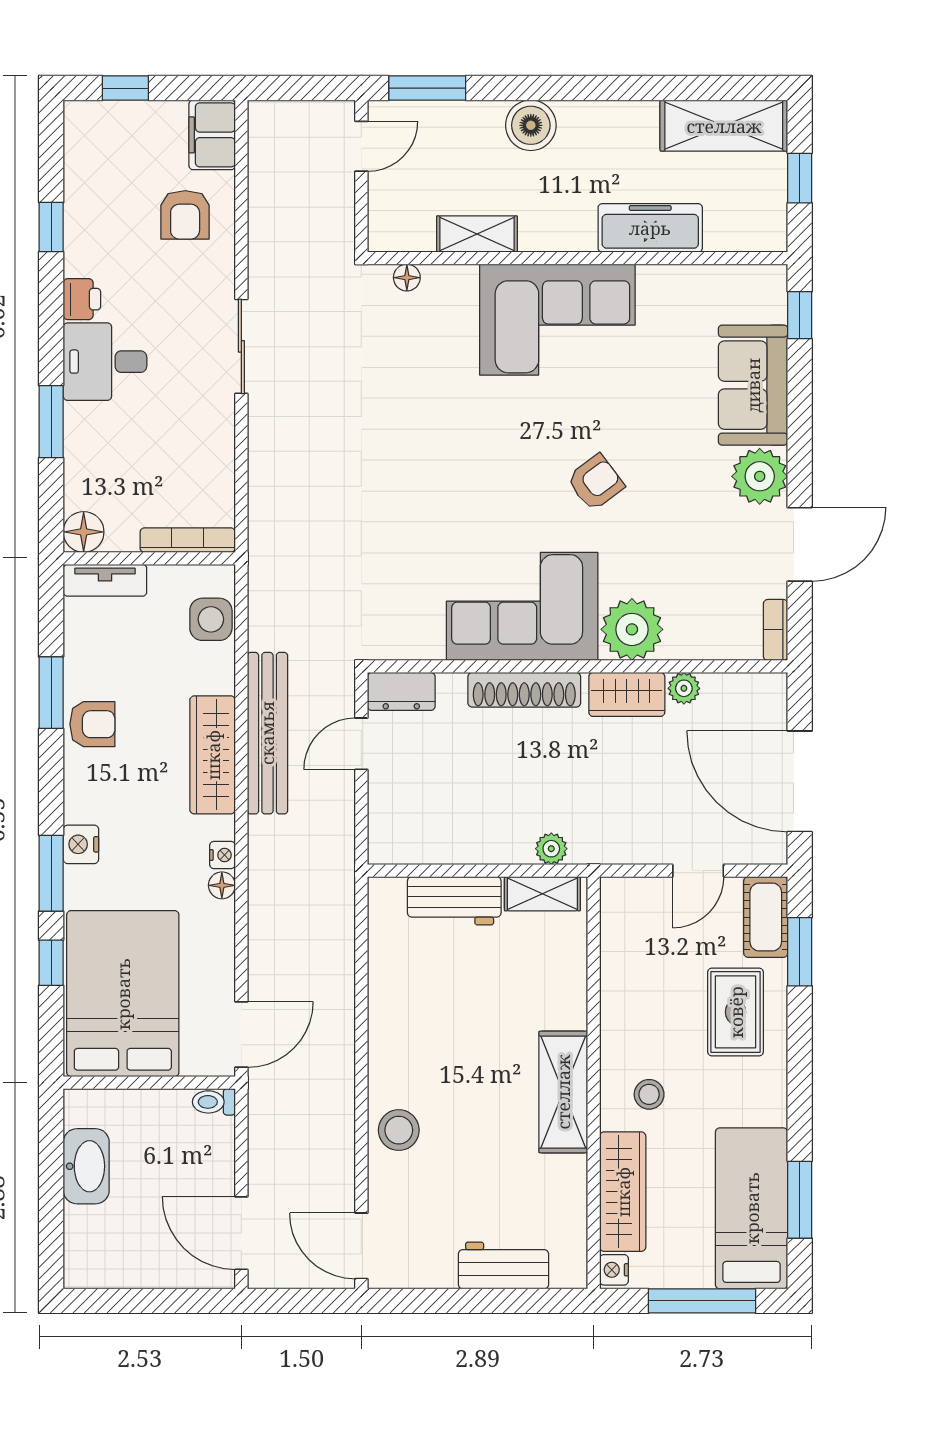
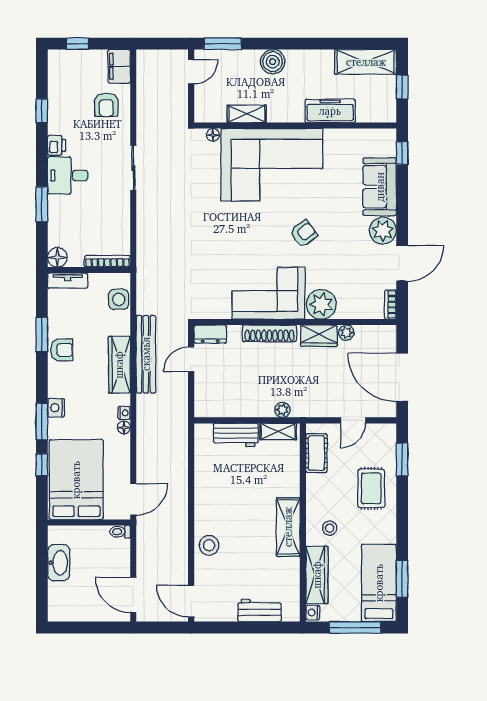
corner sofa: (557, 320) -> (272, 165), width x1.36, depth x1.36
cot: (766, 917) -> (316, 453), moved

